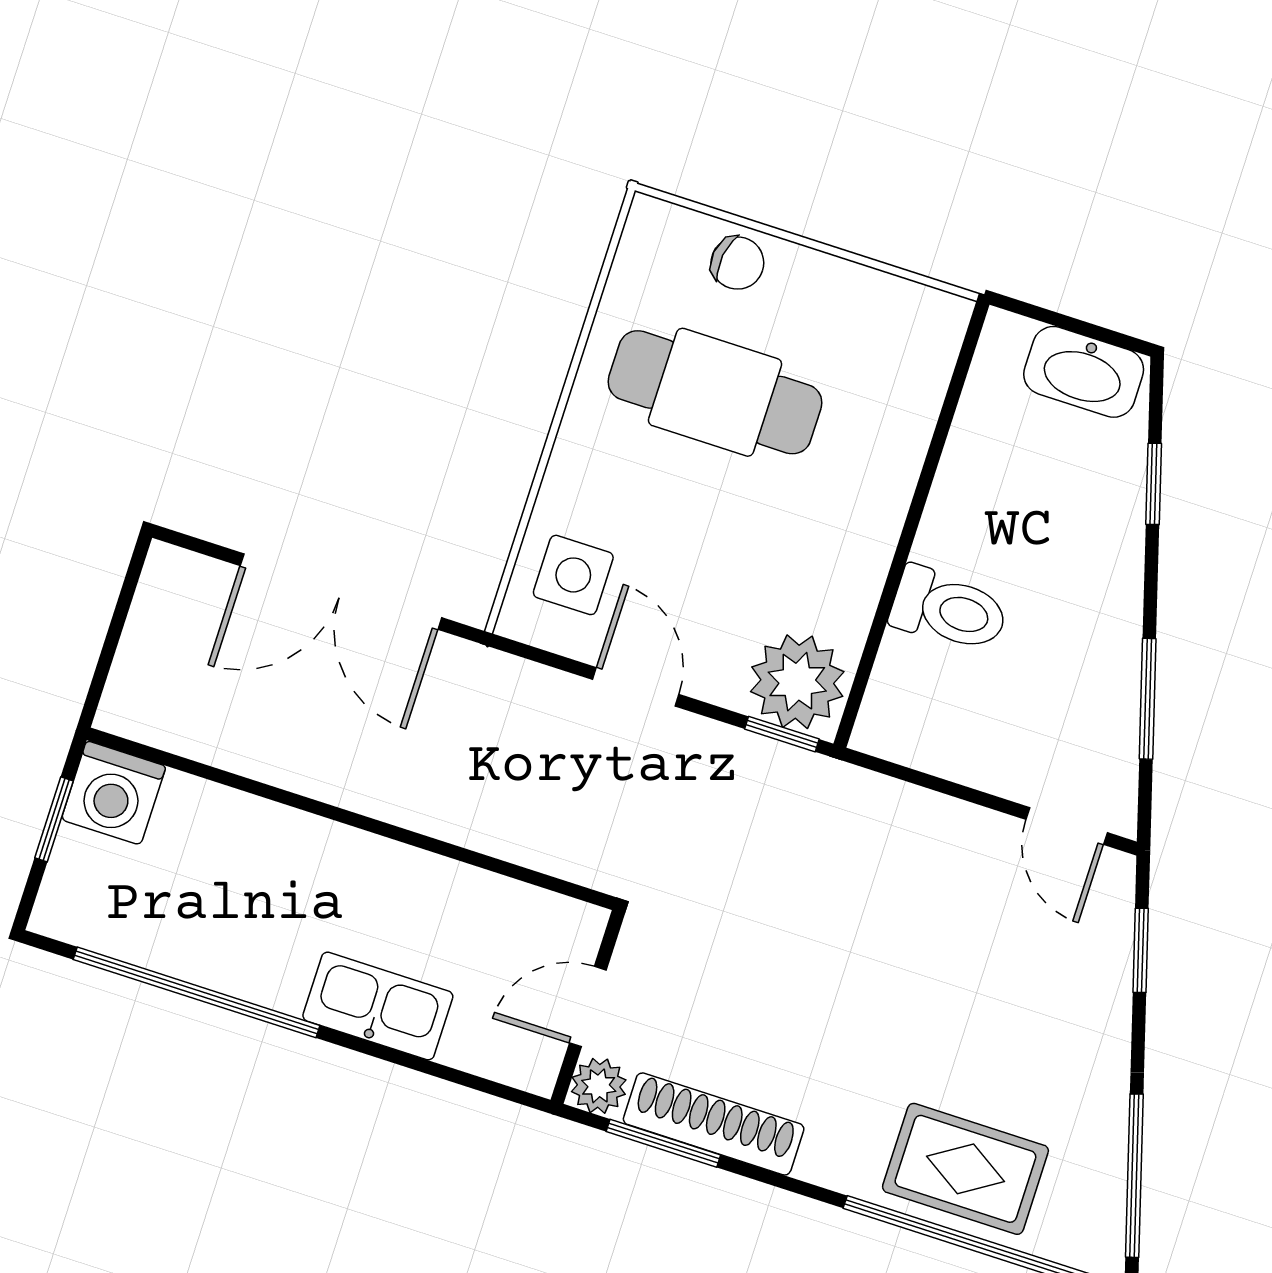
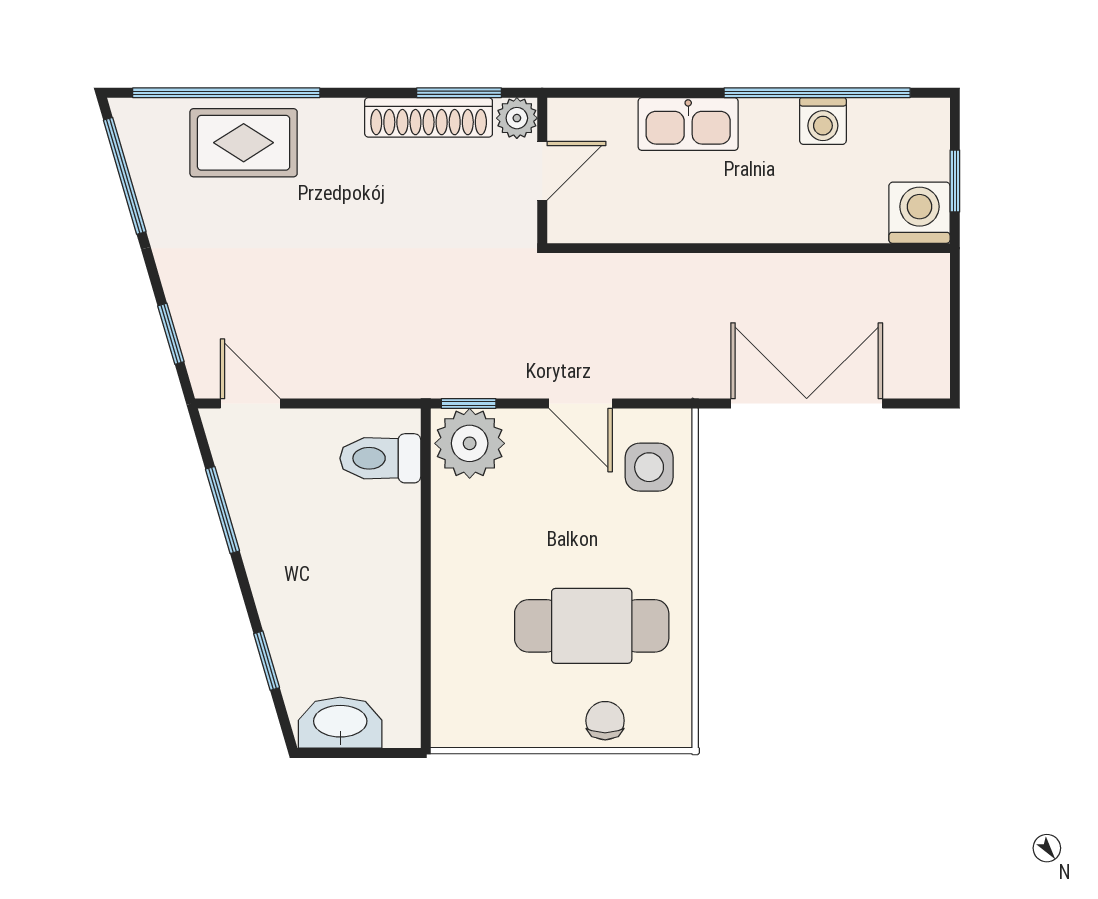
chair: (737, 263) -> (605, 721), turned 82
toilet: (949, 610) -> (380, 458), moved
washing machine: (201, 953) -> (823, 121), added

